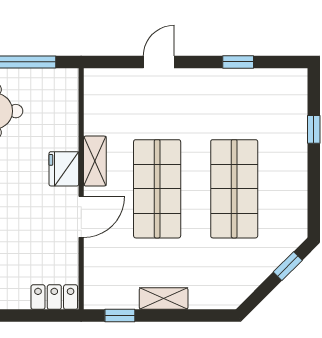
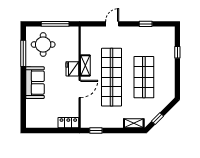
shop shelf: (157, 189) -> (112, 77), width x1.40
window: (288, 266) -> (157, 119), moved
shelving: (164, 299) -> (134, 123), moved

